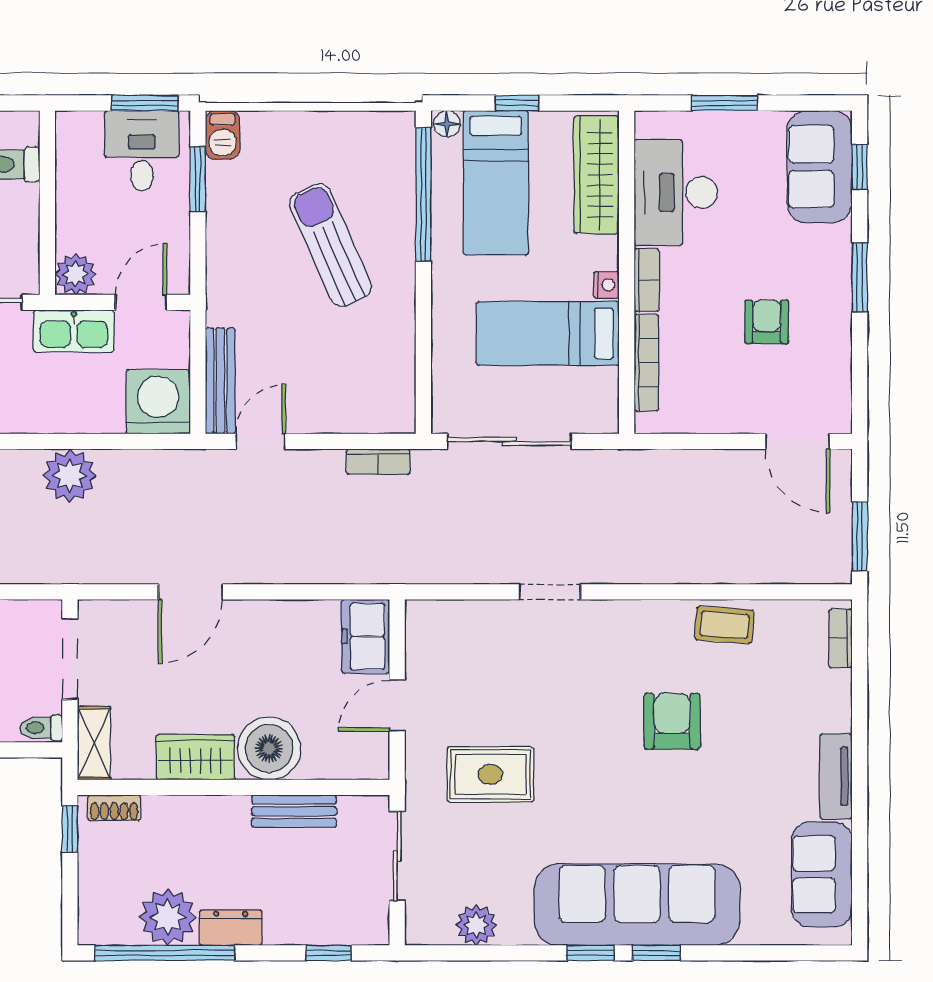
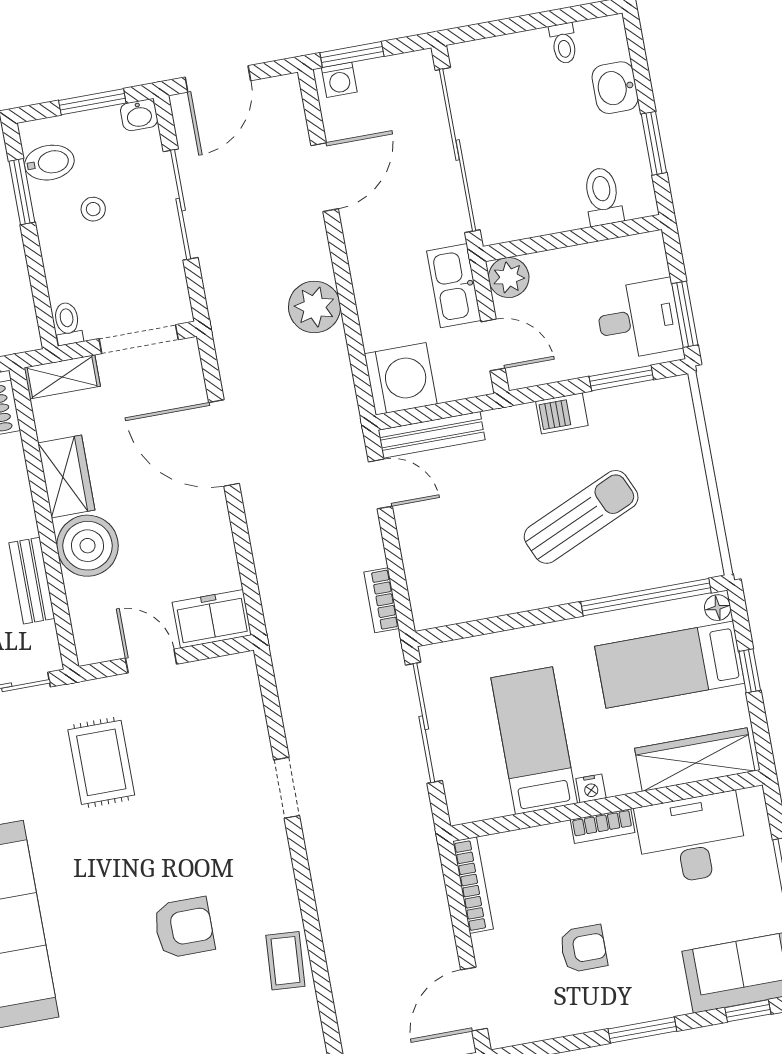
barbecue: (223, 135) -> (562, 413), moved
bookcase: (646, 363) -> (473, 885), moved, turned -90
door: (190, 592) -> (224, 443), width x1.36

